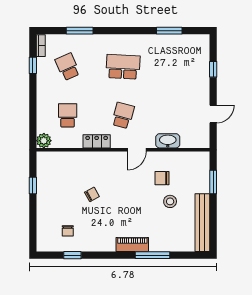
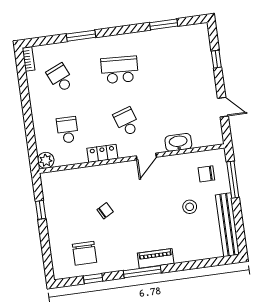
window: (80, 31) -> (81, 36), moved
window: (33, 65) -> (23, 82), removed
door: (213, 114) -> (223, 107), hinge flipped
school desk: (123, 115) -> (127, 122), turned -33
chair: (162, 178) -> (206, 174), moved
window: (213, 182) -> (233, 180), width x1.44
chair: (68, 231) -> (85, 253), width x1.87, depth x1.87
window: (153, 255) -> (142, 272), moved

